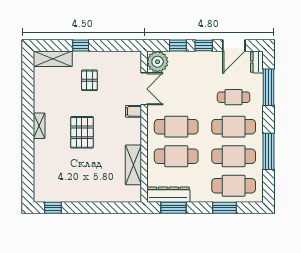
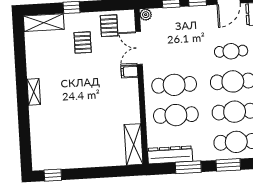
plant: (158, 62) -> (146, 15), width x0.53, depth x0.53
double door: (144, 89) -> (139, 48), swing flipped
pallet: (82, 132) -> (109, 26), moved, width x0.67, depth x0.71
shelving: (133, 165) -> (134, 144), moved
window: (174, 208) -> (188, 167), moved

